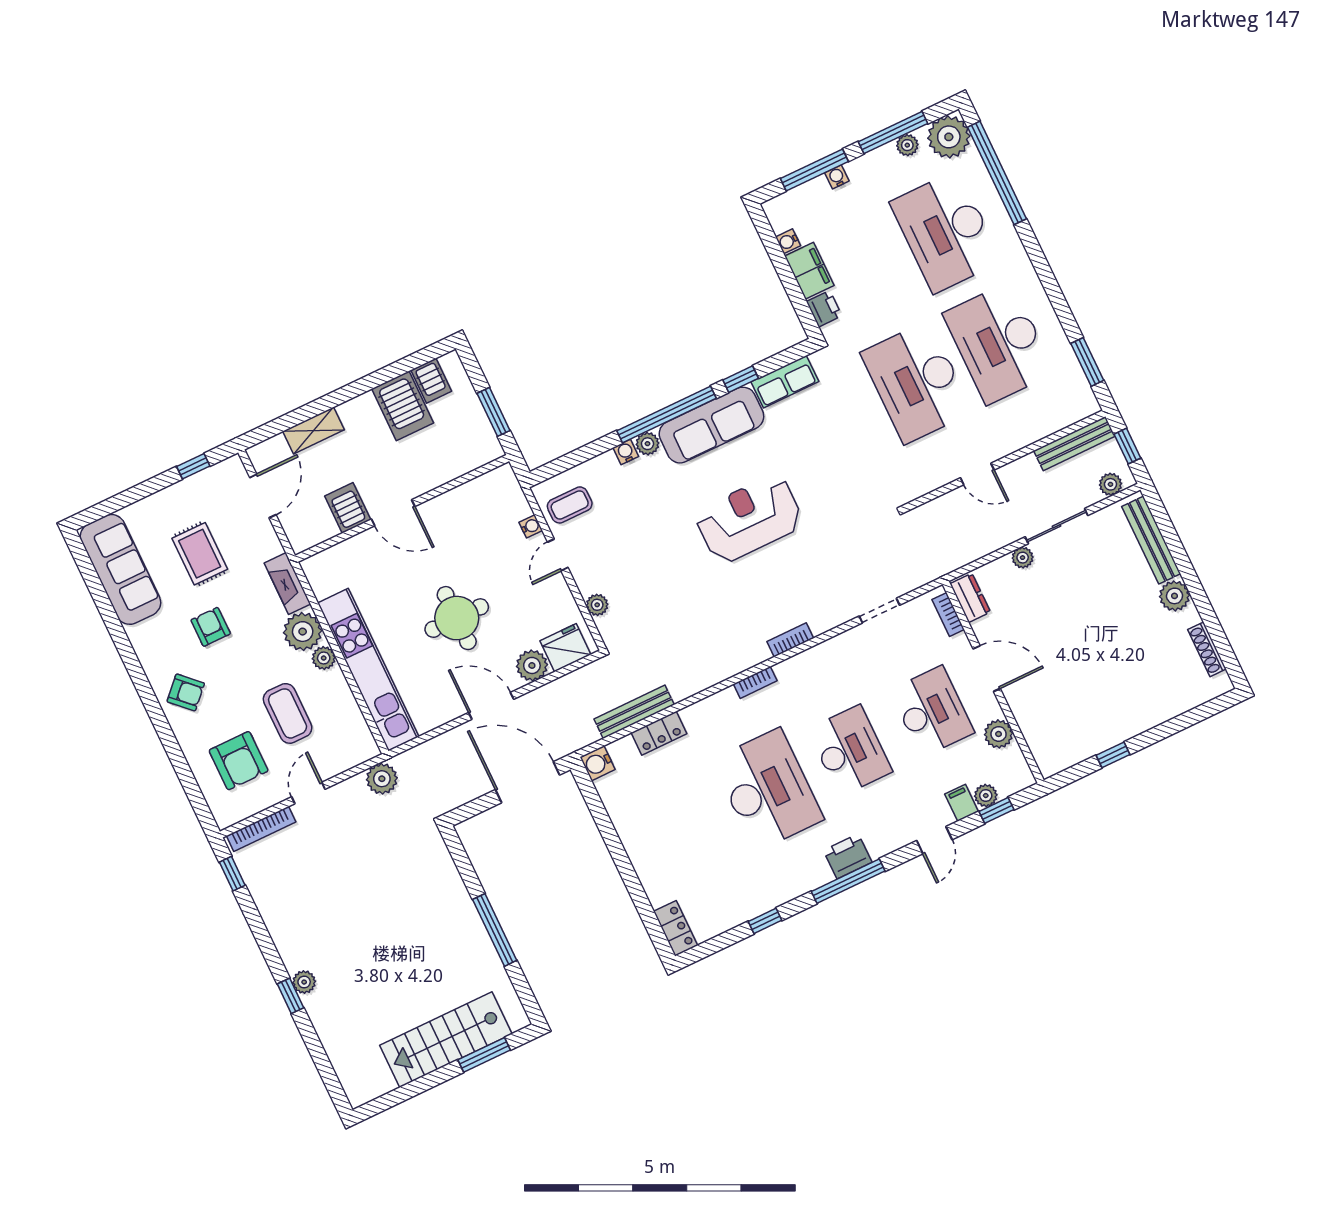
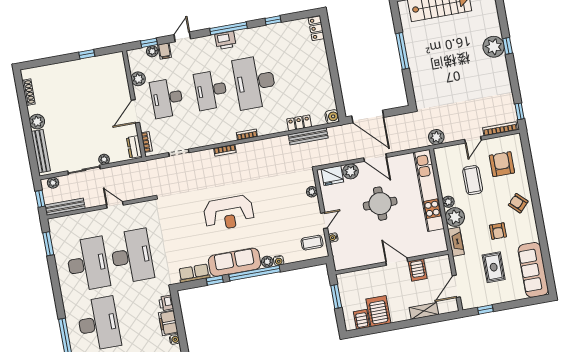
door: (987, 669) -> (135, 111), hinge flipped
plant: (304, 982) -> (494, 47), width x1.88, depth x1.88

